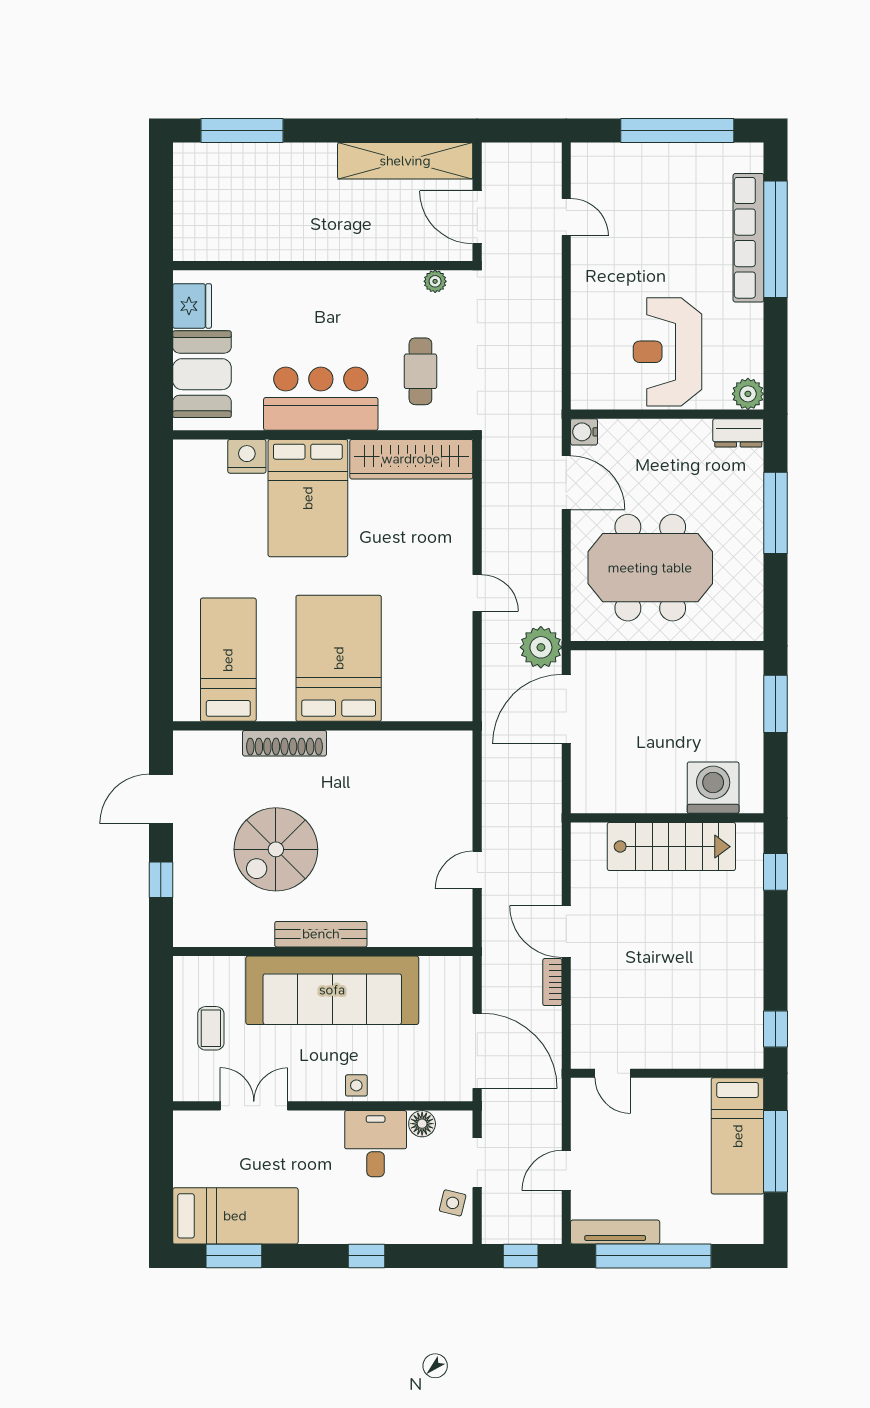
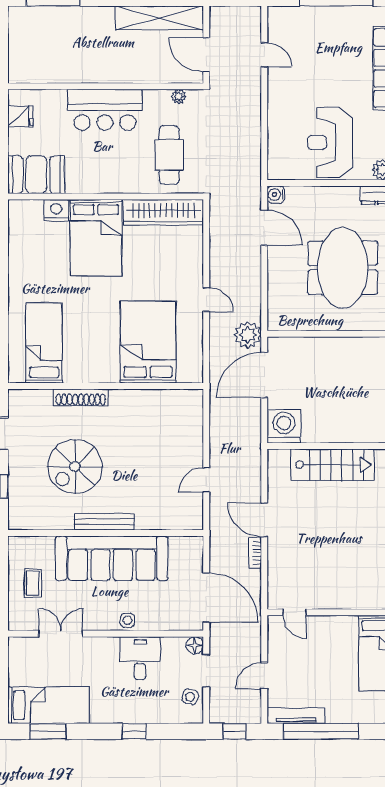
fridge: (192, 306) -> (20, 117), width x0.72
cafe table: (420, 371) -> (169, 155), width x1.37, depth x1.35
booth: (202, 374) -> (36, 175), moved, turned 90
bar counter: (321, 399) -> (105, 110), moved, turned 180
meeting table: (650, 568) -> (343, 268), moved, turned 90
bed: (339, 658) -> (148, 342), moved
washing machine: (713, 788) -> (284, 426), moved
floor lamp: (422, 1124) -> (195, 645), moved

